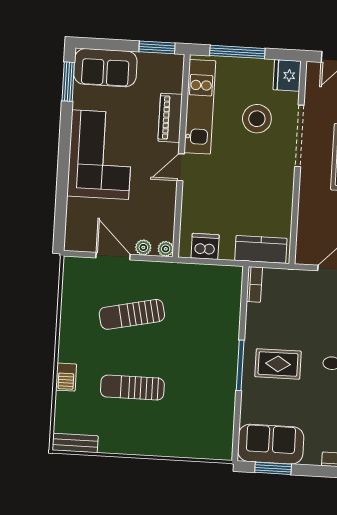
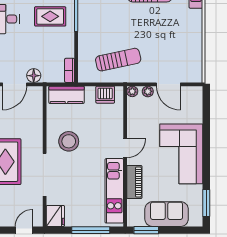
sofa: (105, 68) -> (167, 214), moved
stool: (257, 119) -> (69, 141), moved
floor lamp: (307, 280) -> (34, 76), added
sun lounger: (132, 314) -> (118, 60), moved

